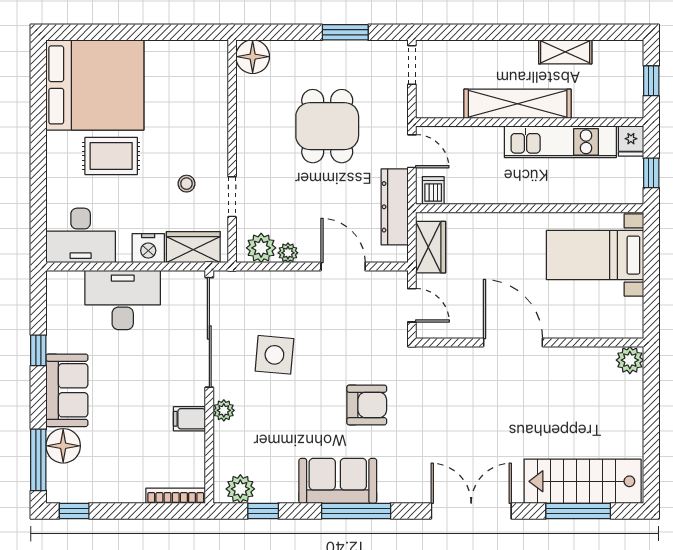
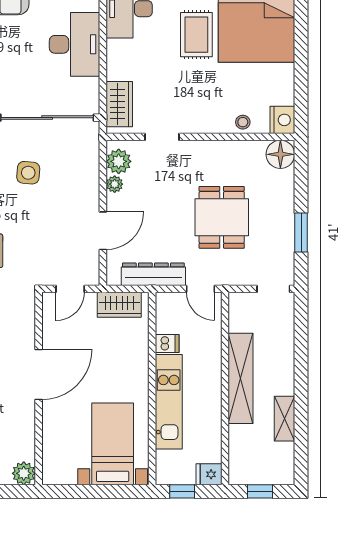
dining table: (327, 126) -> (222, 217), turned 90
kitchen unit: (560, 142) -> (169, 402), moved, turned 180
door: (412, 151) -> (200, 289), hinge flipped
stool: (186, 184) -> (243, 122), moved
dishwasher: (433, 191) -> (167, 344), moved
nightstand: (148, 248) -> (282, 120), moved, turned 180
side table: (274, 355) -> (28, 173), width x0.73, depth x0.73

